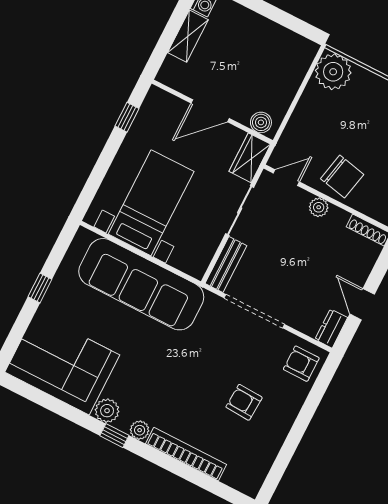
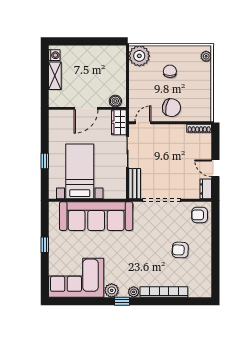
window: (127, 117) -> (45, 161), moved
chair: (368, 120) -> (170, 71), added
plant: (319, 207) -> (167, 130), removed

